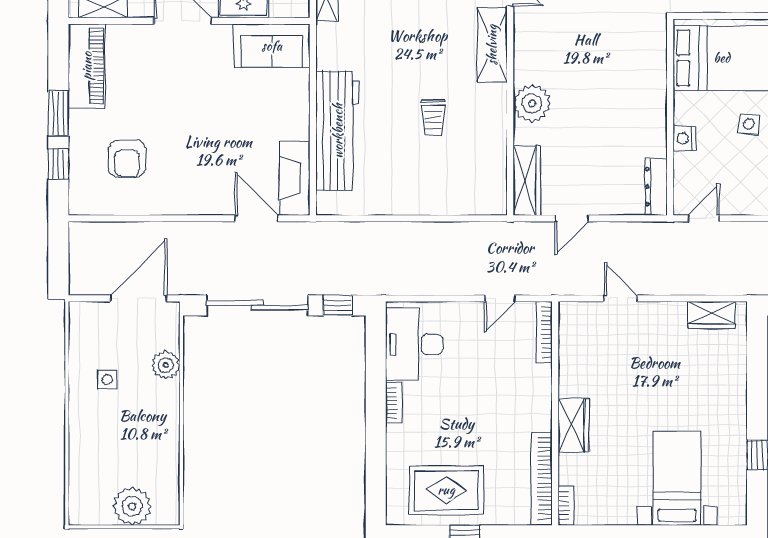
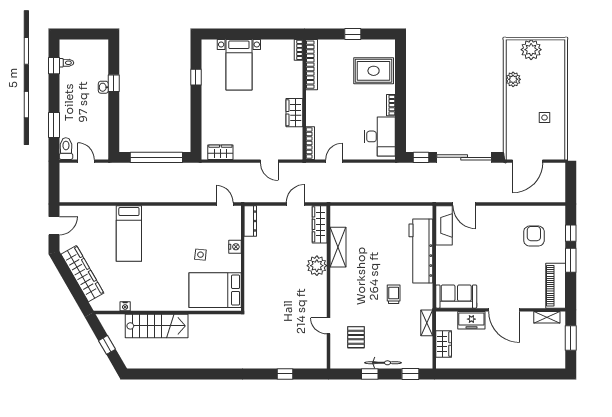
shelving: (492, 45) -> (338, 247), moved
trolley: (433, 117) -> (394, 294), moved
door: (704, 218) -> (225, 204), swing flipped
plant: (166, 365) -> (513, 79), moved
wardrobe: (574, 425) -> (294, 113), moved
rug: (446, 490) -> (374, 71), moved

